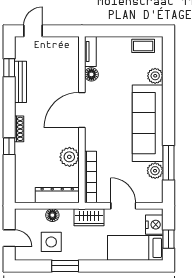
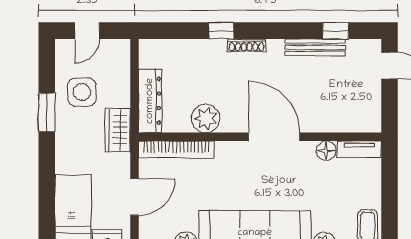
floor lamp: (52, 215) -> (121, 94), removed
wardrobe: (89, 217) -> (118, 130), moved

